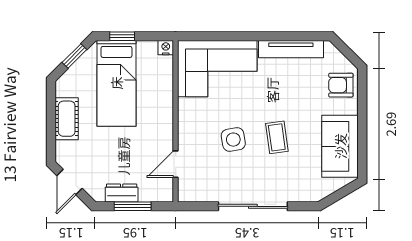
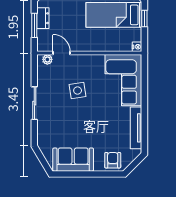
coffee table: (277, 137) -> (79, 119), removed
plant: (185, 186) -> (47, 59), added
sliding door: (253, 206) -> (34, 103), width x0.73

